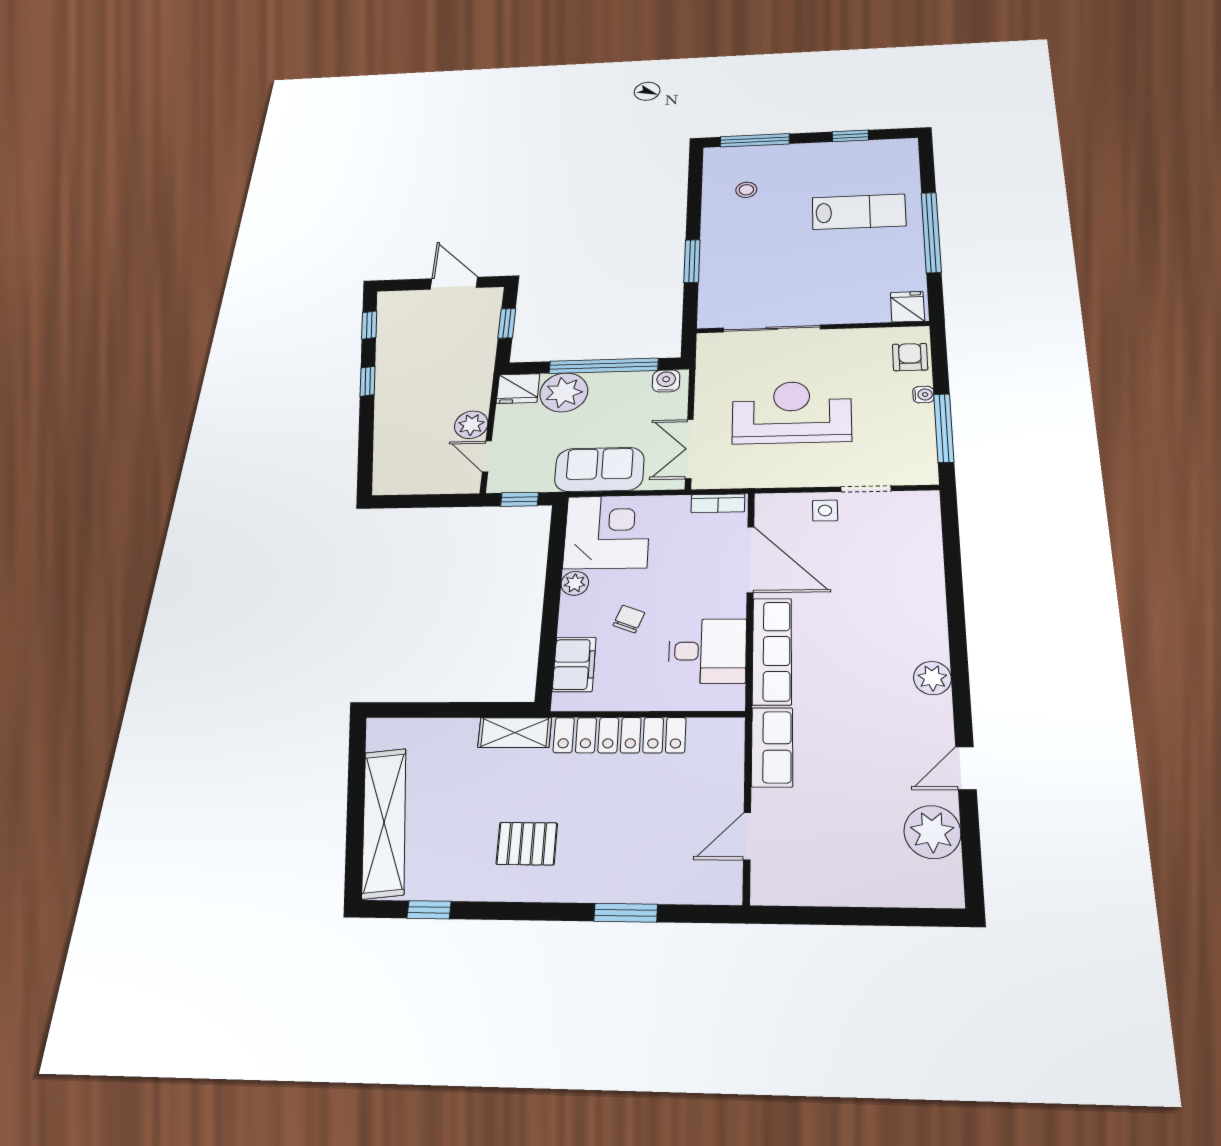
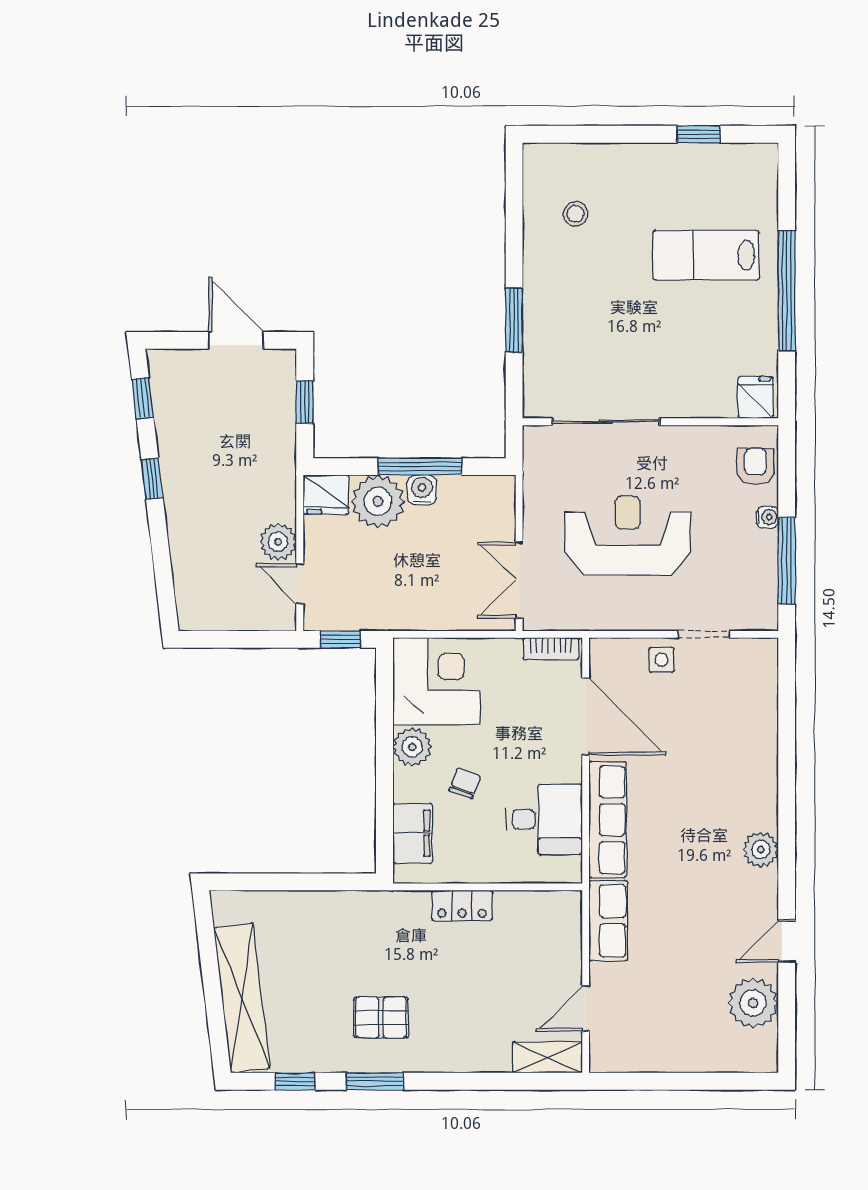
window: (755, 140) -> (584, 134), removed
lab bench: (859, 212) -> (706, 255), turned 180
window: (604, 366) -> (420, 467), width x0.68
water cooler: (666, 381) -> (422, 490), moved
sofa: (599, 469) -> (424, 604), removed
plant: (575, 583) -> (412, 747), width x1.38, depth x1.38
shelving: (515, 732) -> (547, 1057), moved
locker: (620, 735) -> (462, 905), width x0.46, depth x0.83
window: (626, 913) -> (375, 1081), moved

